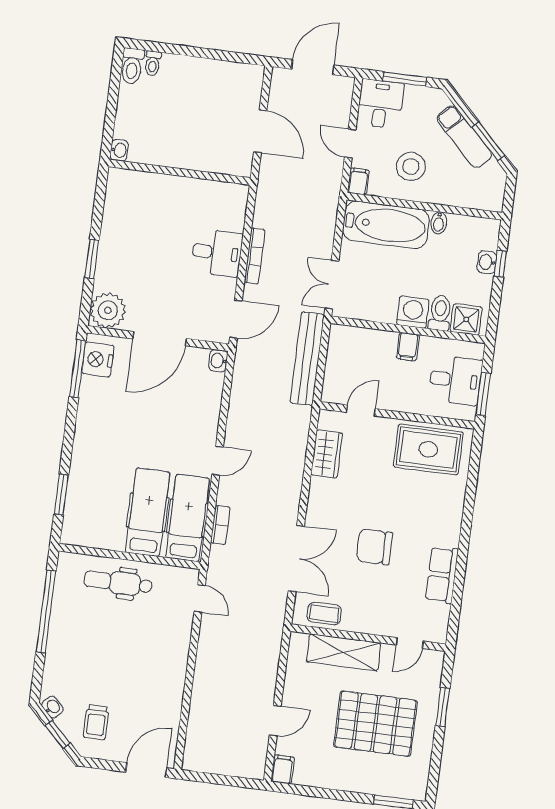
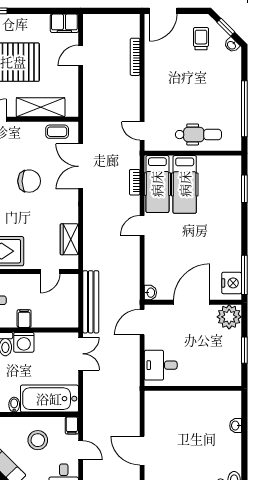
wall: (180, 172) -> (193, 388), moved
bookcase: (255, 256) -> (135, 57), moved
filing cabinet: (283, 769) -> (64, 23), width x2.00

